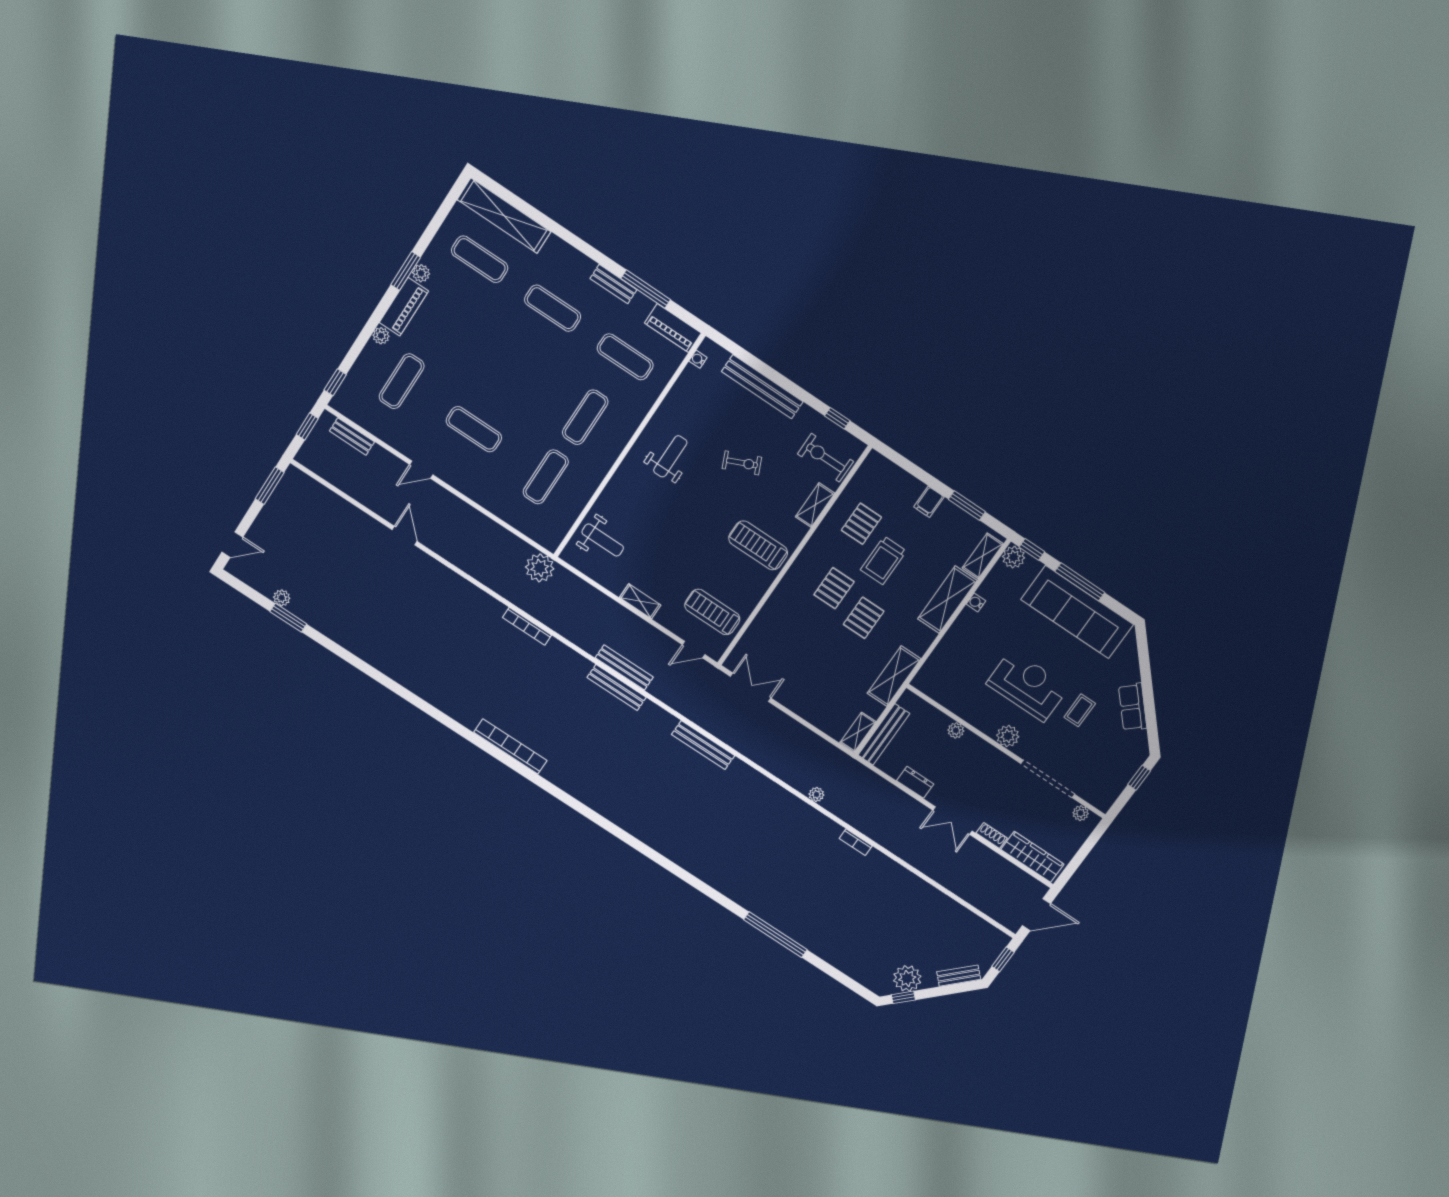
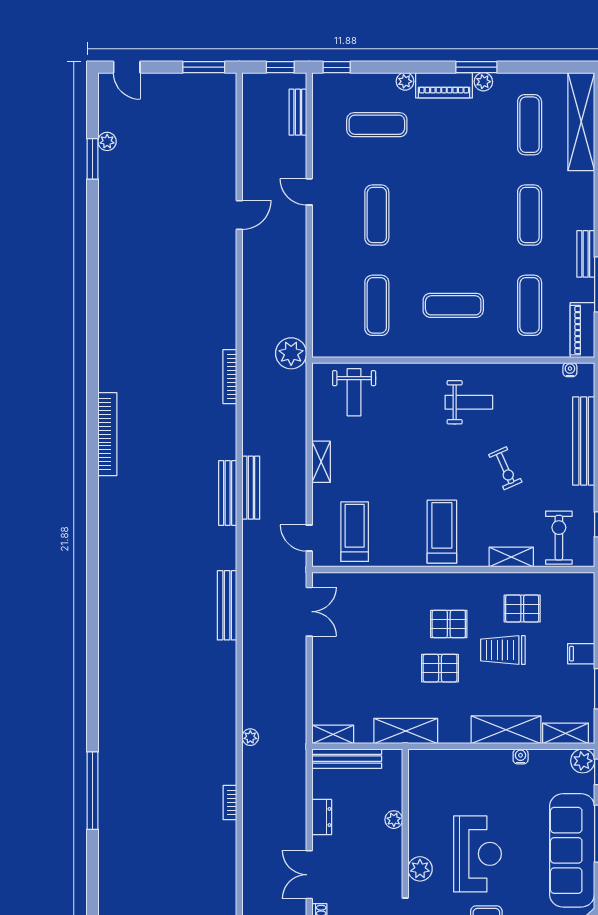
exercise mat: (546, 477) -> (377, 305), turned 90

